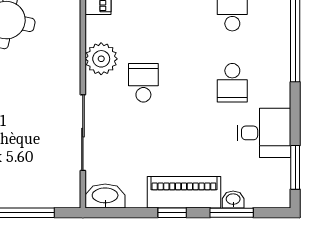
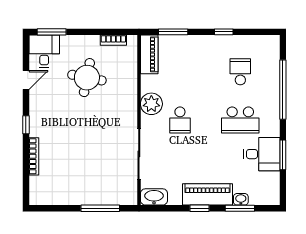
school desk: (143, 83) -> (180, 120), turned 180
school desk: (232, 83) -> (240, 120), width x1.85
window: (295, 167) -> (283, 155), moved

